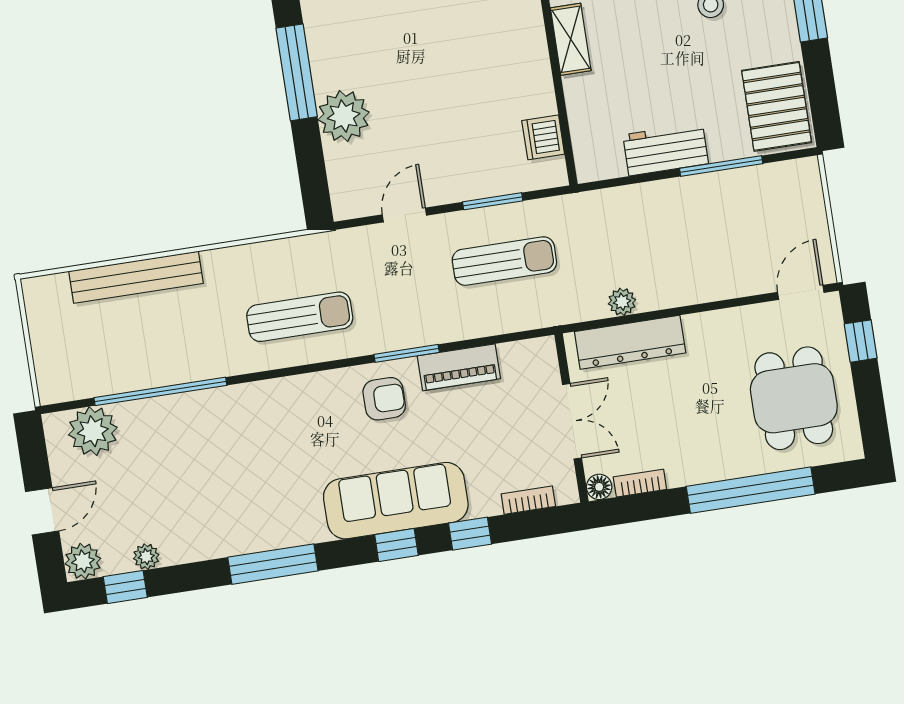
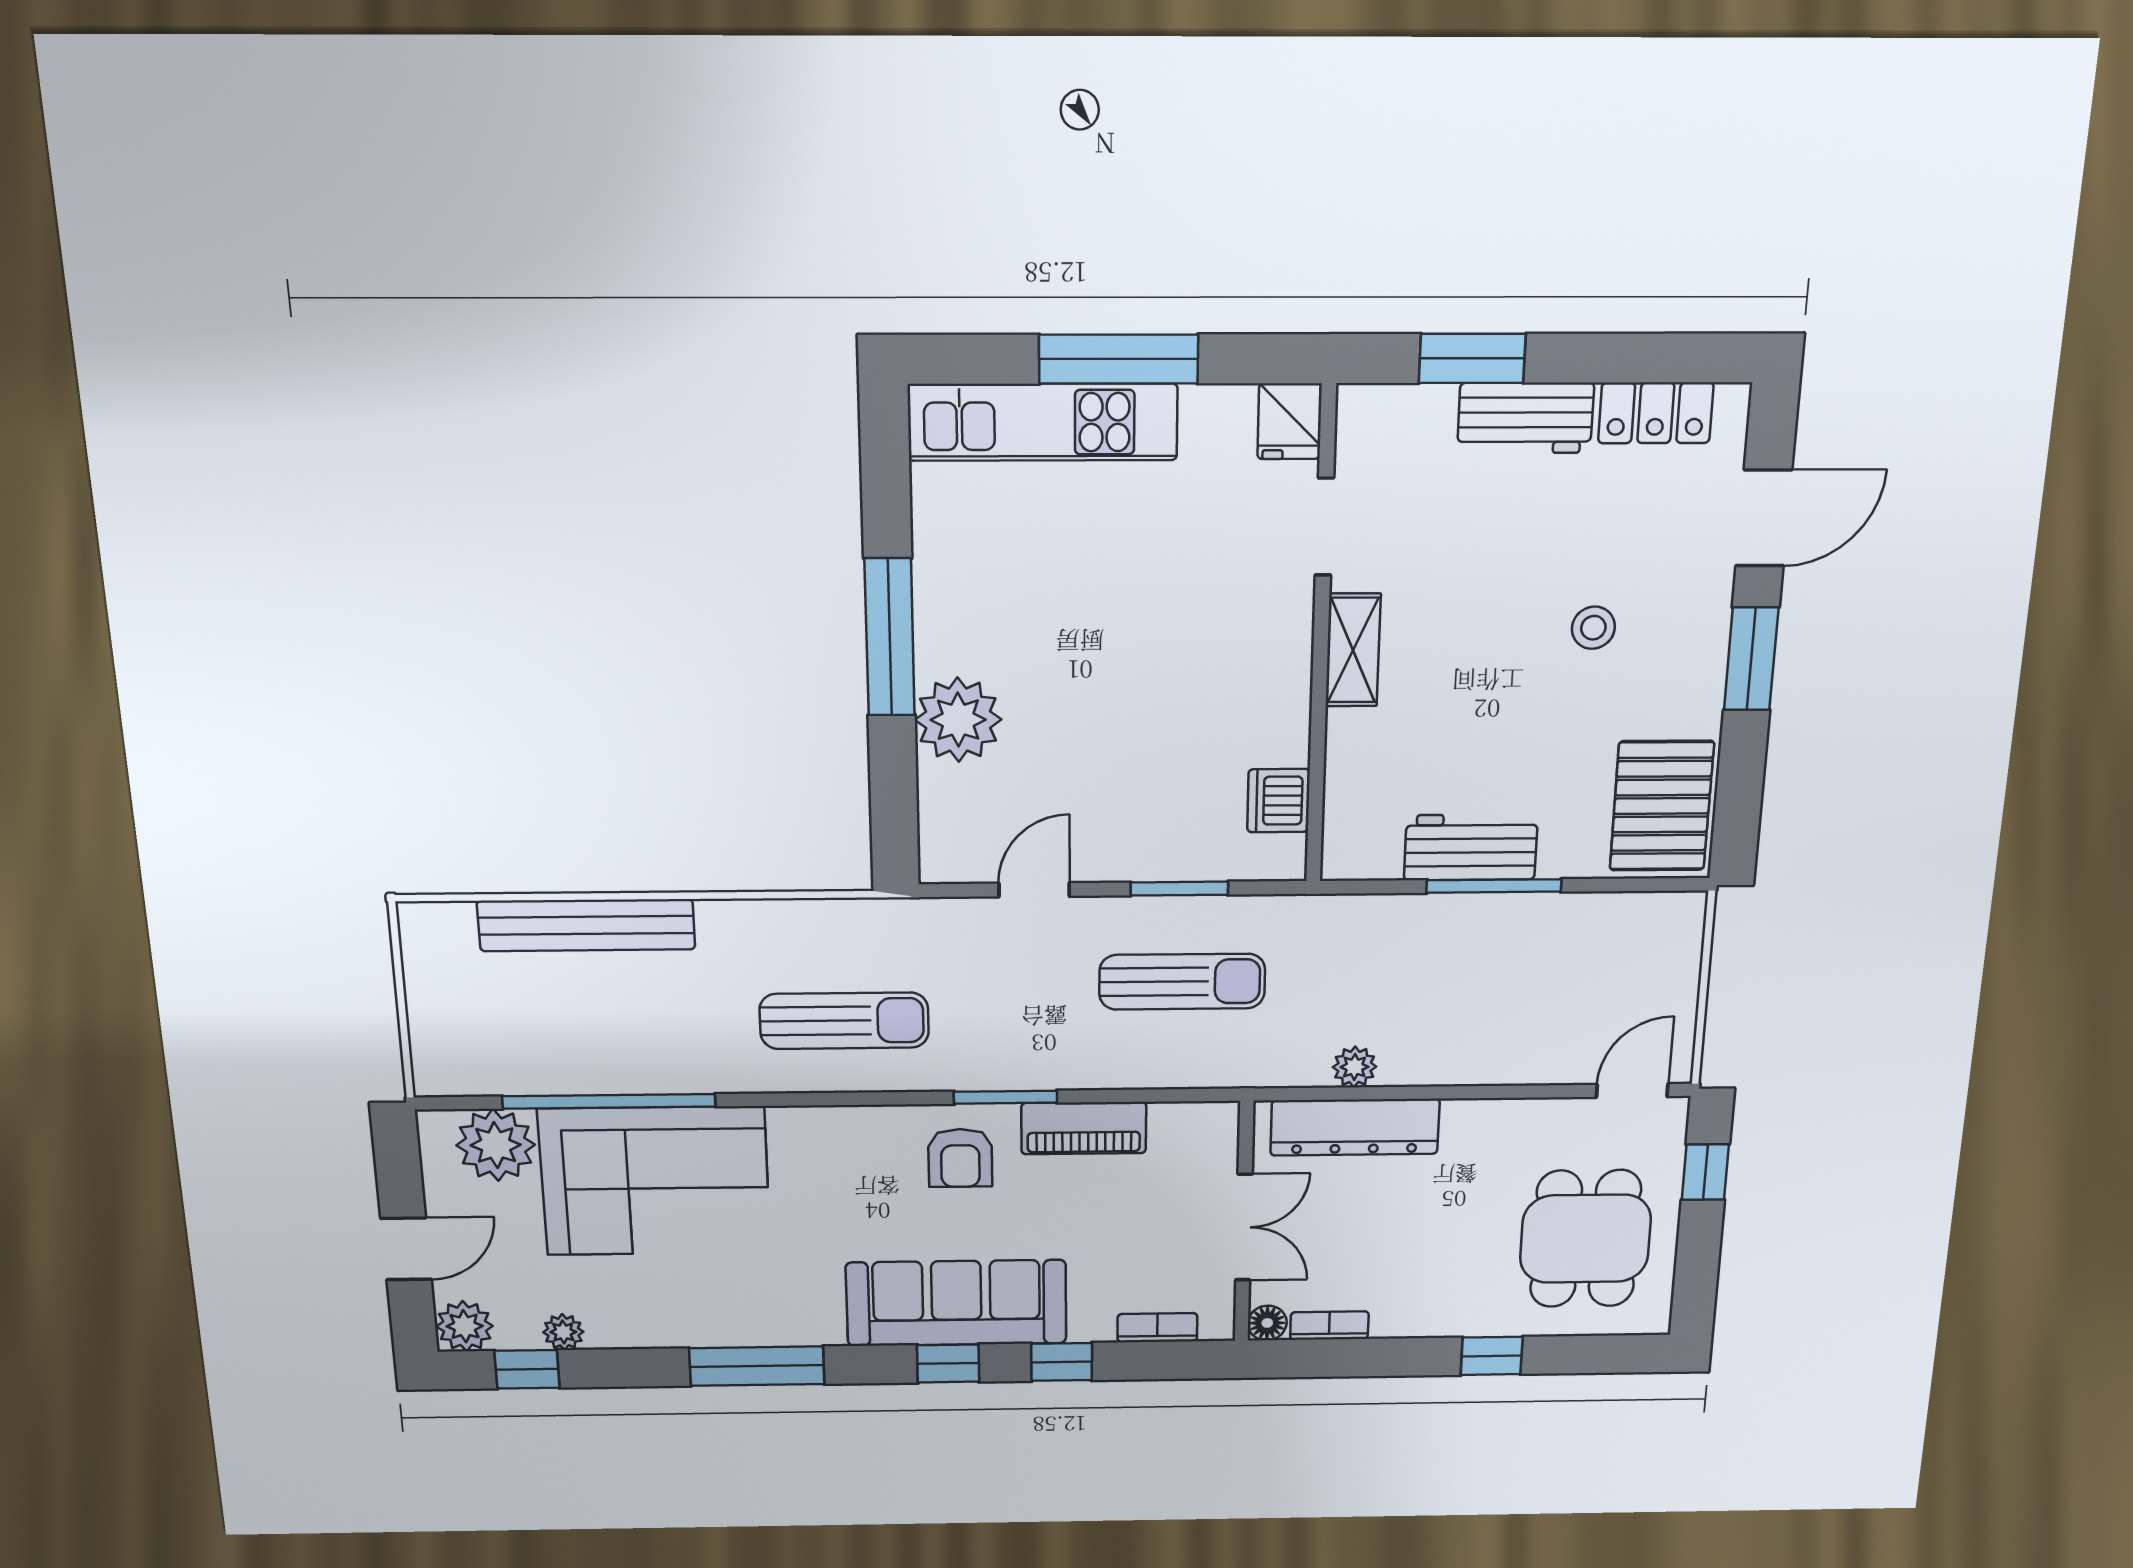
window: (721, 166) -> (1494, 886), moved
armchair: (384, 399) -> (960, 1158), turned 90
corner sofa: (194, 442) -> (655, 1181), added
window: (751, 490) -> (1492, 1356), width x0.32

